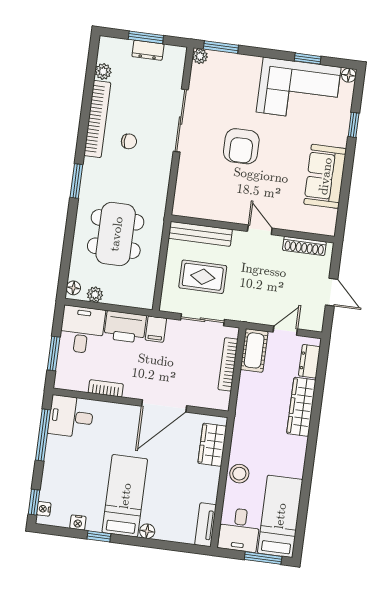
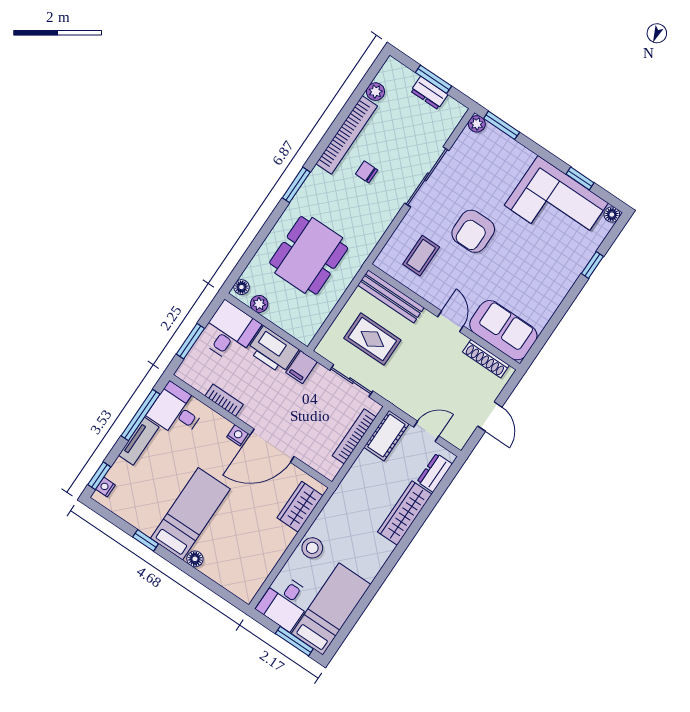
chair: (129, 141) -> (367, 172), turned 180
sofa: (325, 176) -> (503, 330), moved, turned 90
coffee table: (208, 188) -> (421, 256), added
nightstand: (78, 522) -> (237, 435), moved, turned 180
tv unit: (205, 525) -> (139, 441), moved, turned 180

